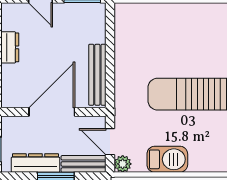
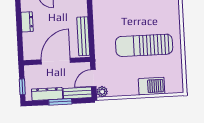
door: (110, 142) -> (93, 78), hinge flipped
barbecue: (167, 159) -> (152, 86), moved

